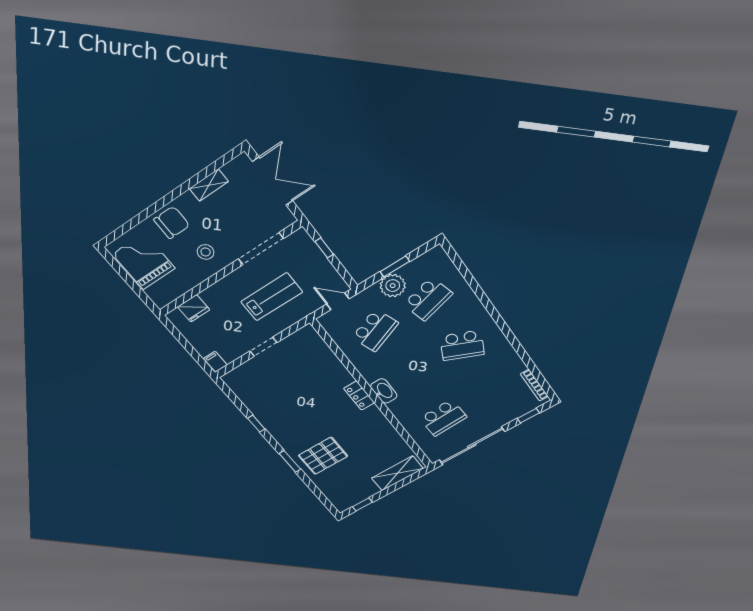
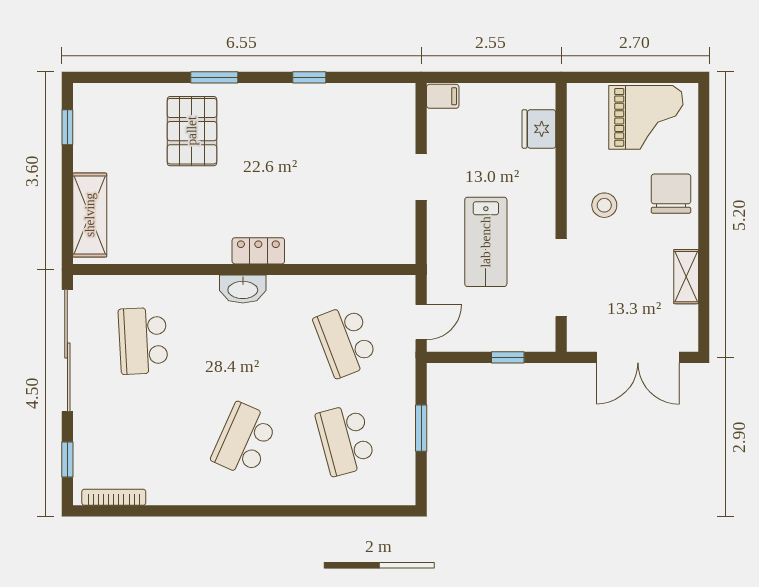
chair: (172, 223) -> (671, 194), turned 180
plant: (393, 286) -> (396, 408), removed

